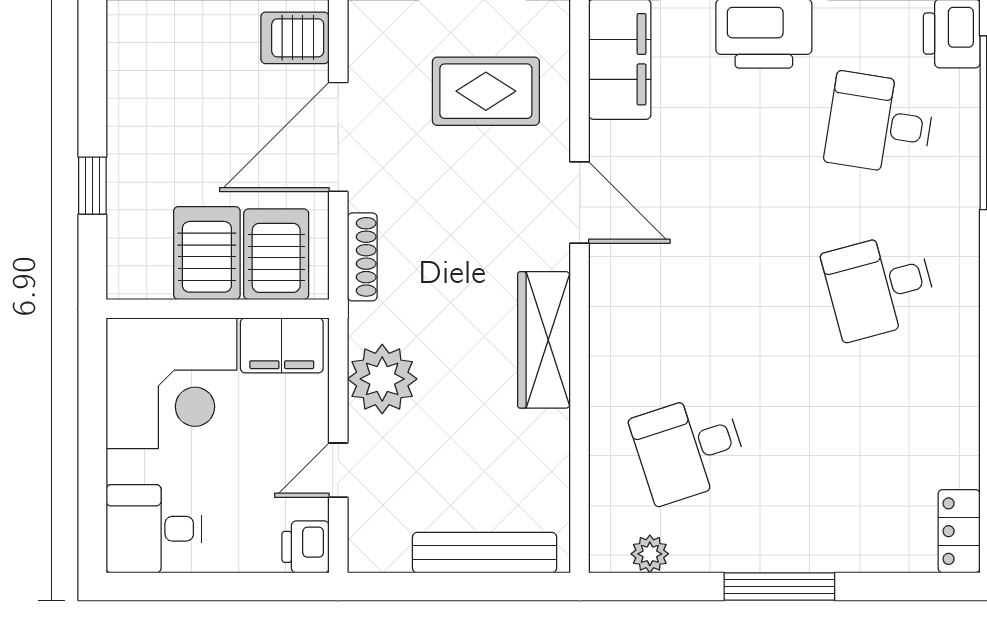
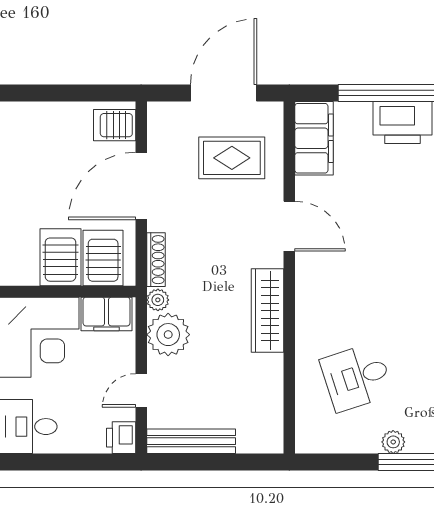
plant: (365, 322) -> (158, 300), added
bench: (485, 553) -> (191, 441), moved
plant: (650, 554) -> (393, 442), moved

